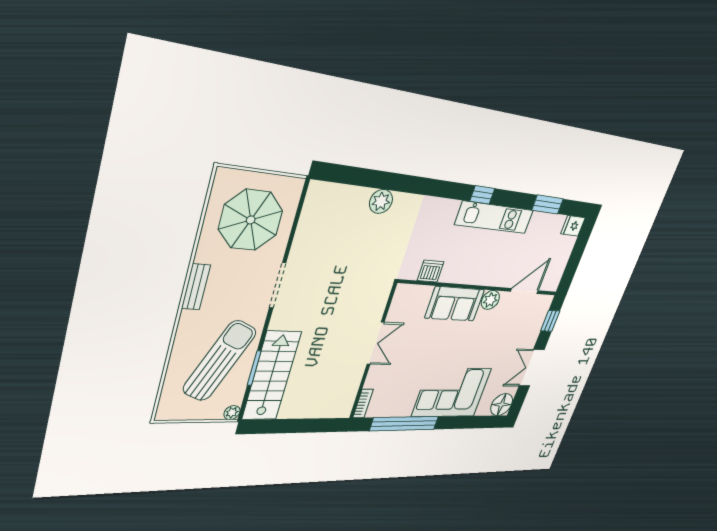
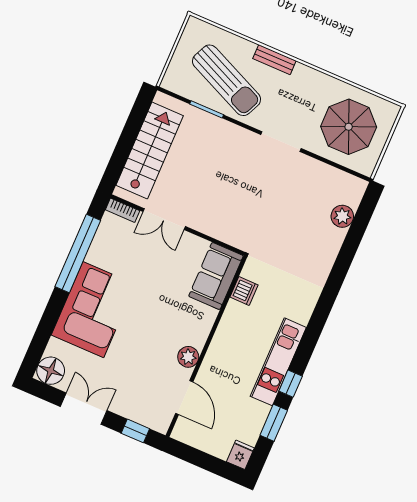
window: (482, 195) -> (291, 384), moved
plant: (381, 201) -> (342, 216), moved
bench: (196, 287) -> (274, 60), moved
sofa: (455, 304) -> (216, 276), moved
double door: (376, 343) -> (164, 219), moved
stairs: (271, 376) -> (150, 151), moved, turned -90
plant: (232, 413) -> (168, 83), removed

